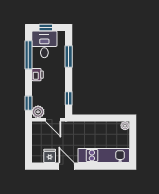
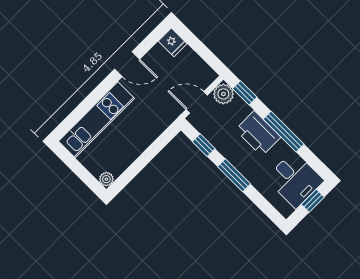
window: (28, 55) -> (284, 132), moved
window: (69, 57) -> (234, 175), moved
printer: (38, 75) -> (258, 133), width x1.87, depth x1.48
fridge: (50, 156) -> (173, 42), moved

